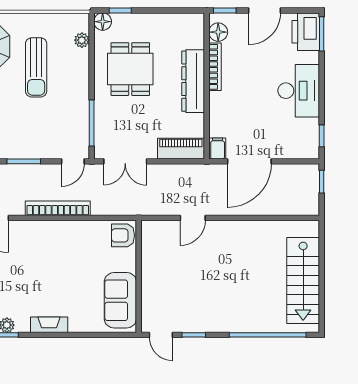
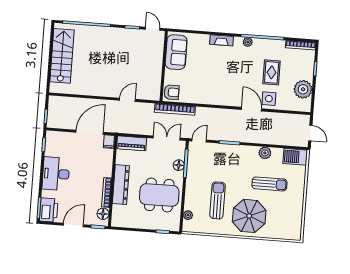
floor lamp: (103, 22) -> (179, 165), moved
dining table: (130, 69) -> (159, 195), width x1.37
bookcase: (58, 208) -> (175, 109), moved

